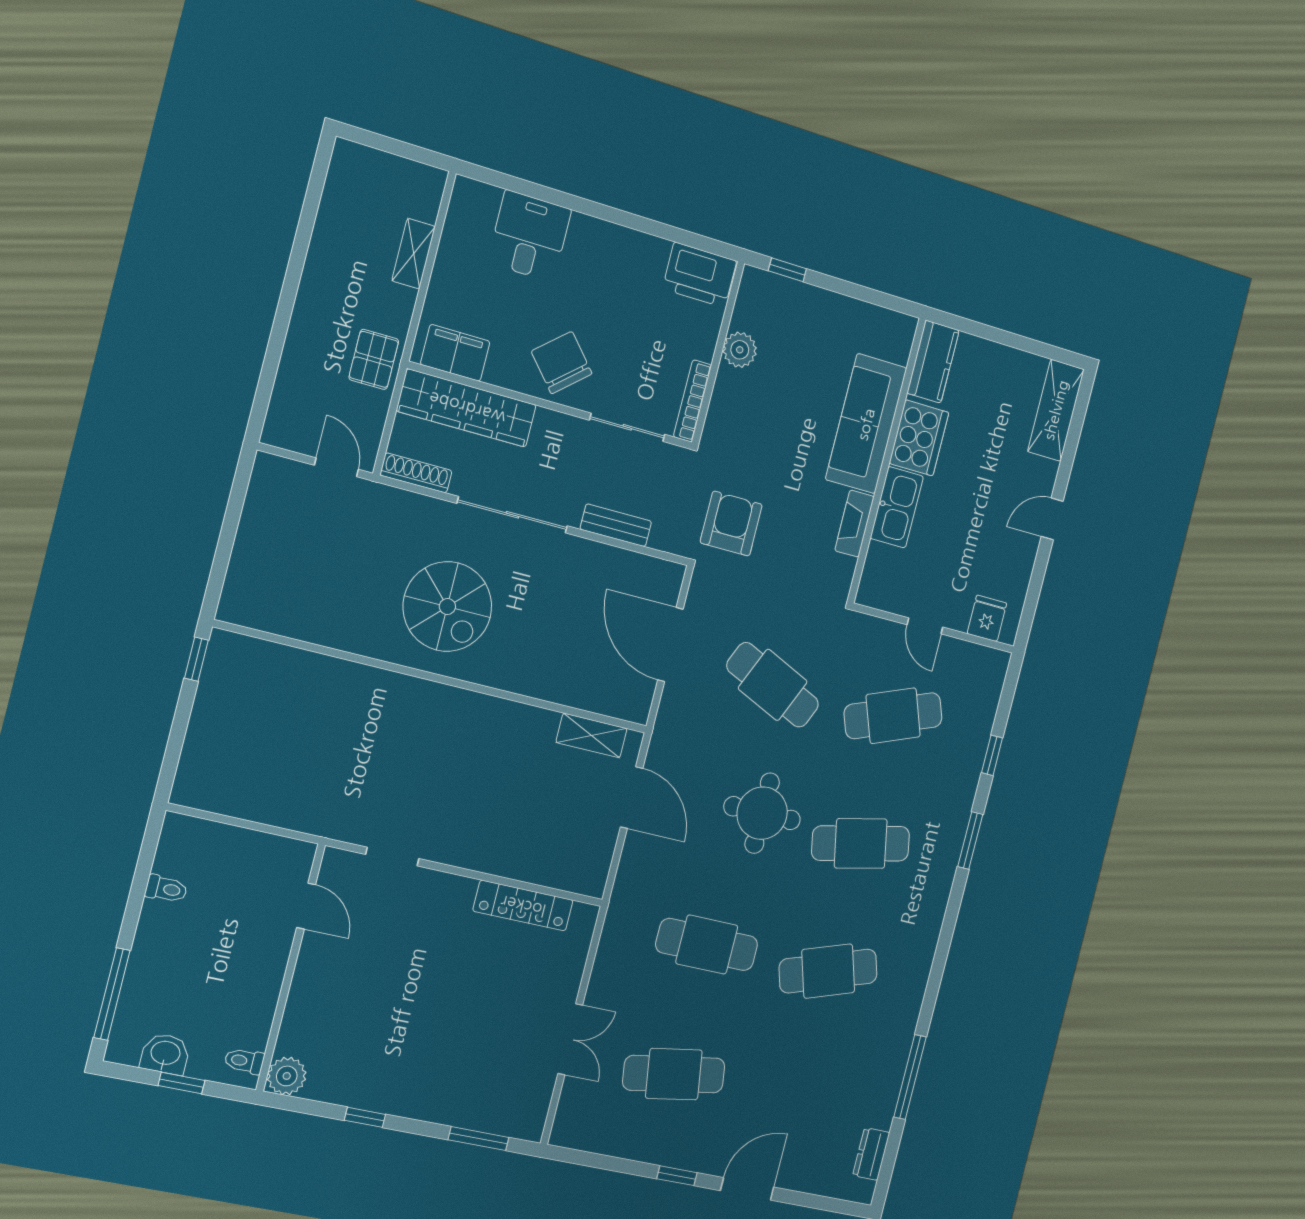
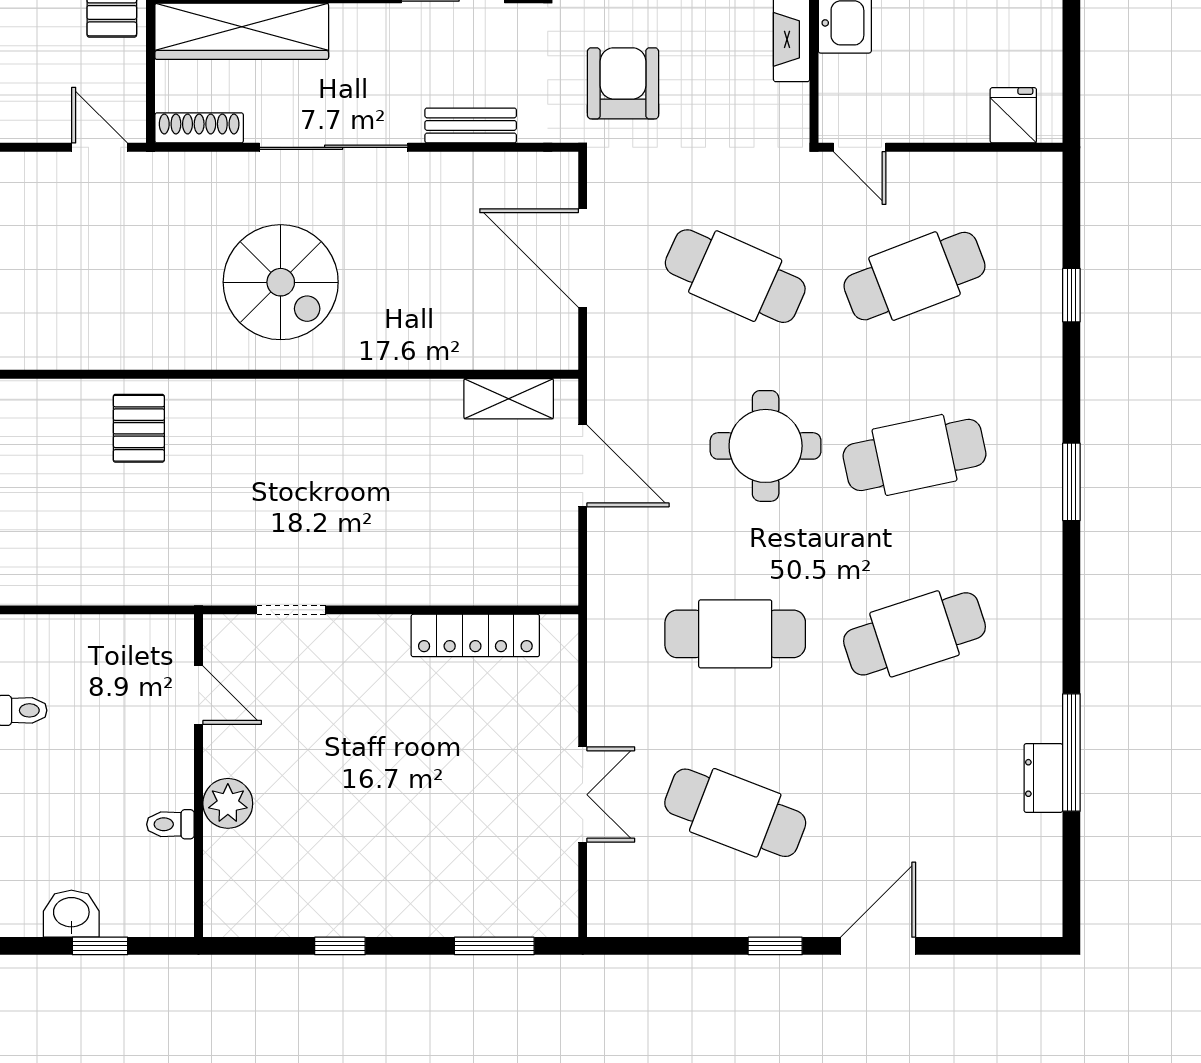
door: (925, 626) -> (860, 147), moved
pallet: (312, 691) -> (139, 428), added
window: (970, 841) -> (1071, 482), moved
toilet: (244, 1061) -> (170, 824), moved
cafe table: (674, 1074) -> (735, 813), turned 30
plant: (287, 1076) -> (228, 803), moved
dresser: (871, 1154) -> (1043, 778), moved

